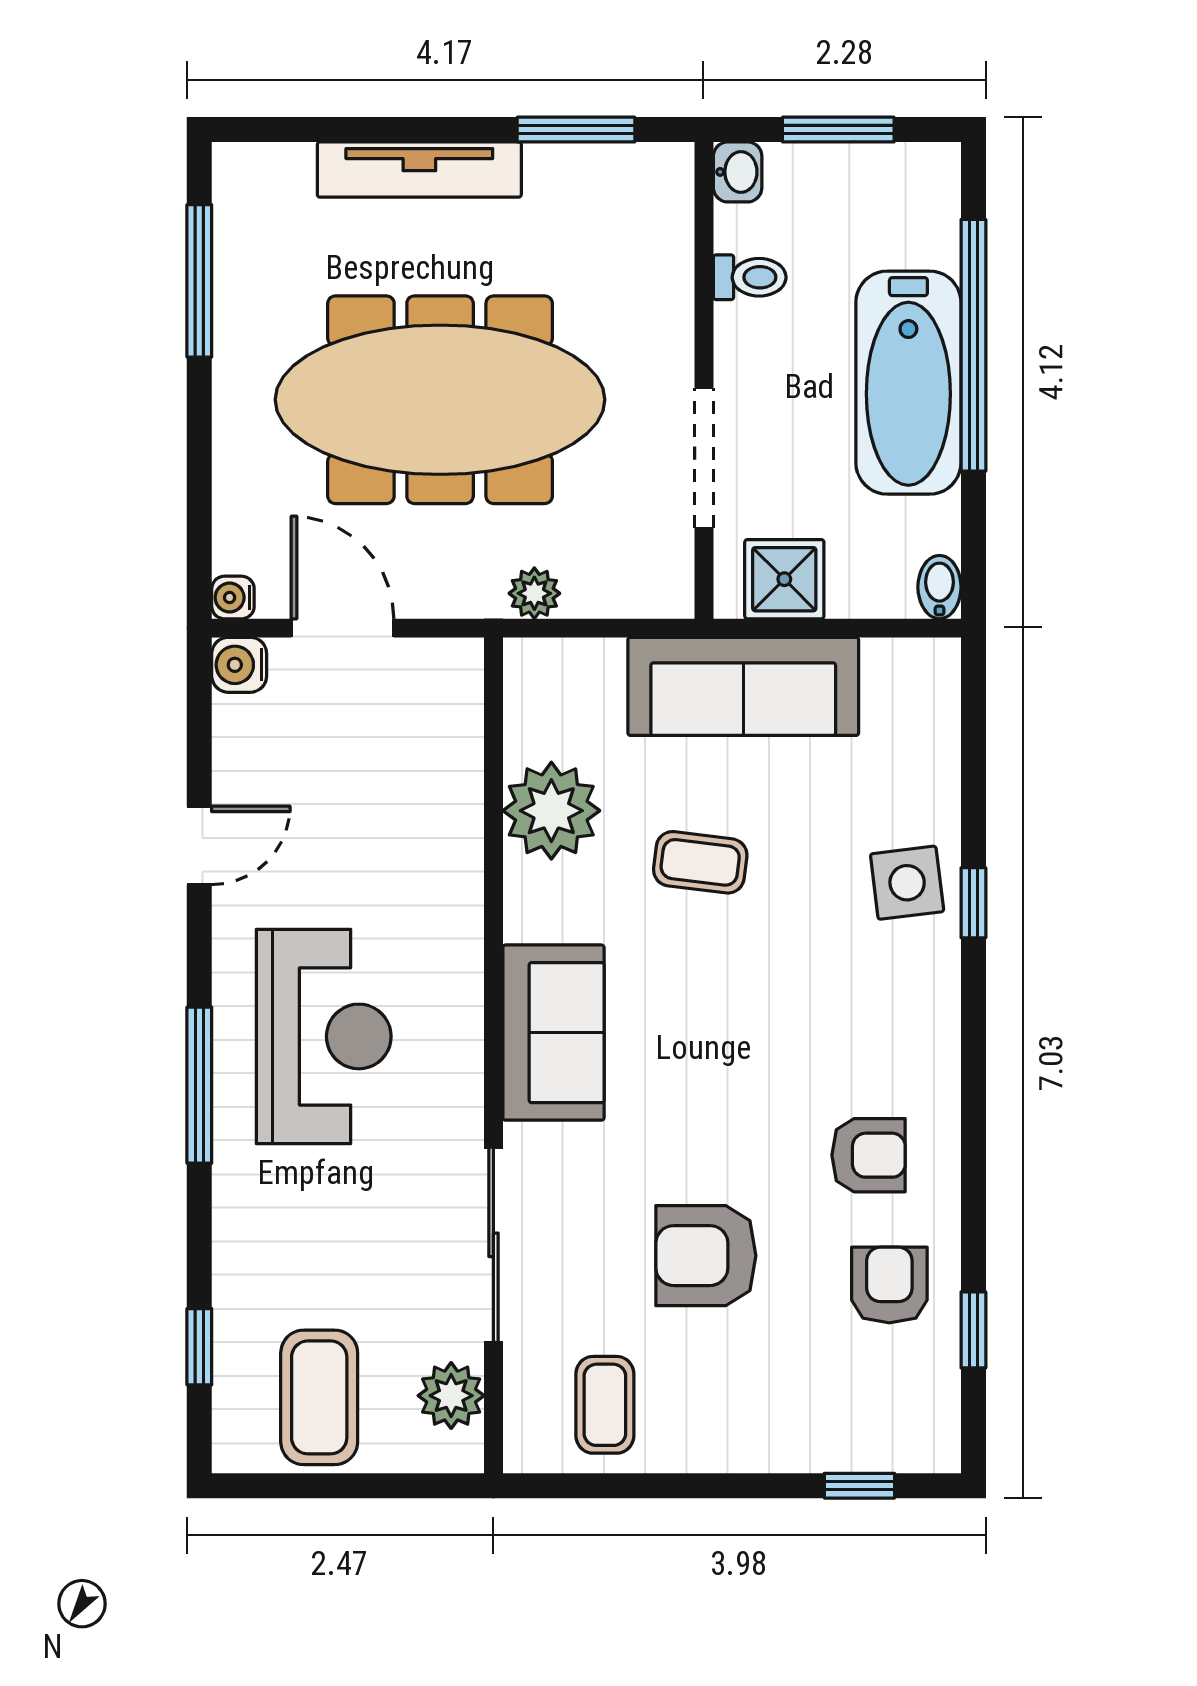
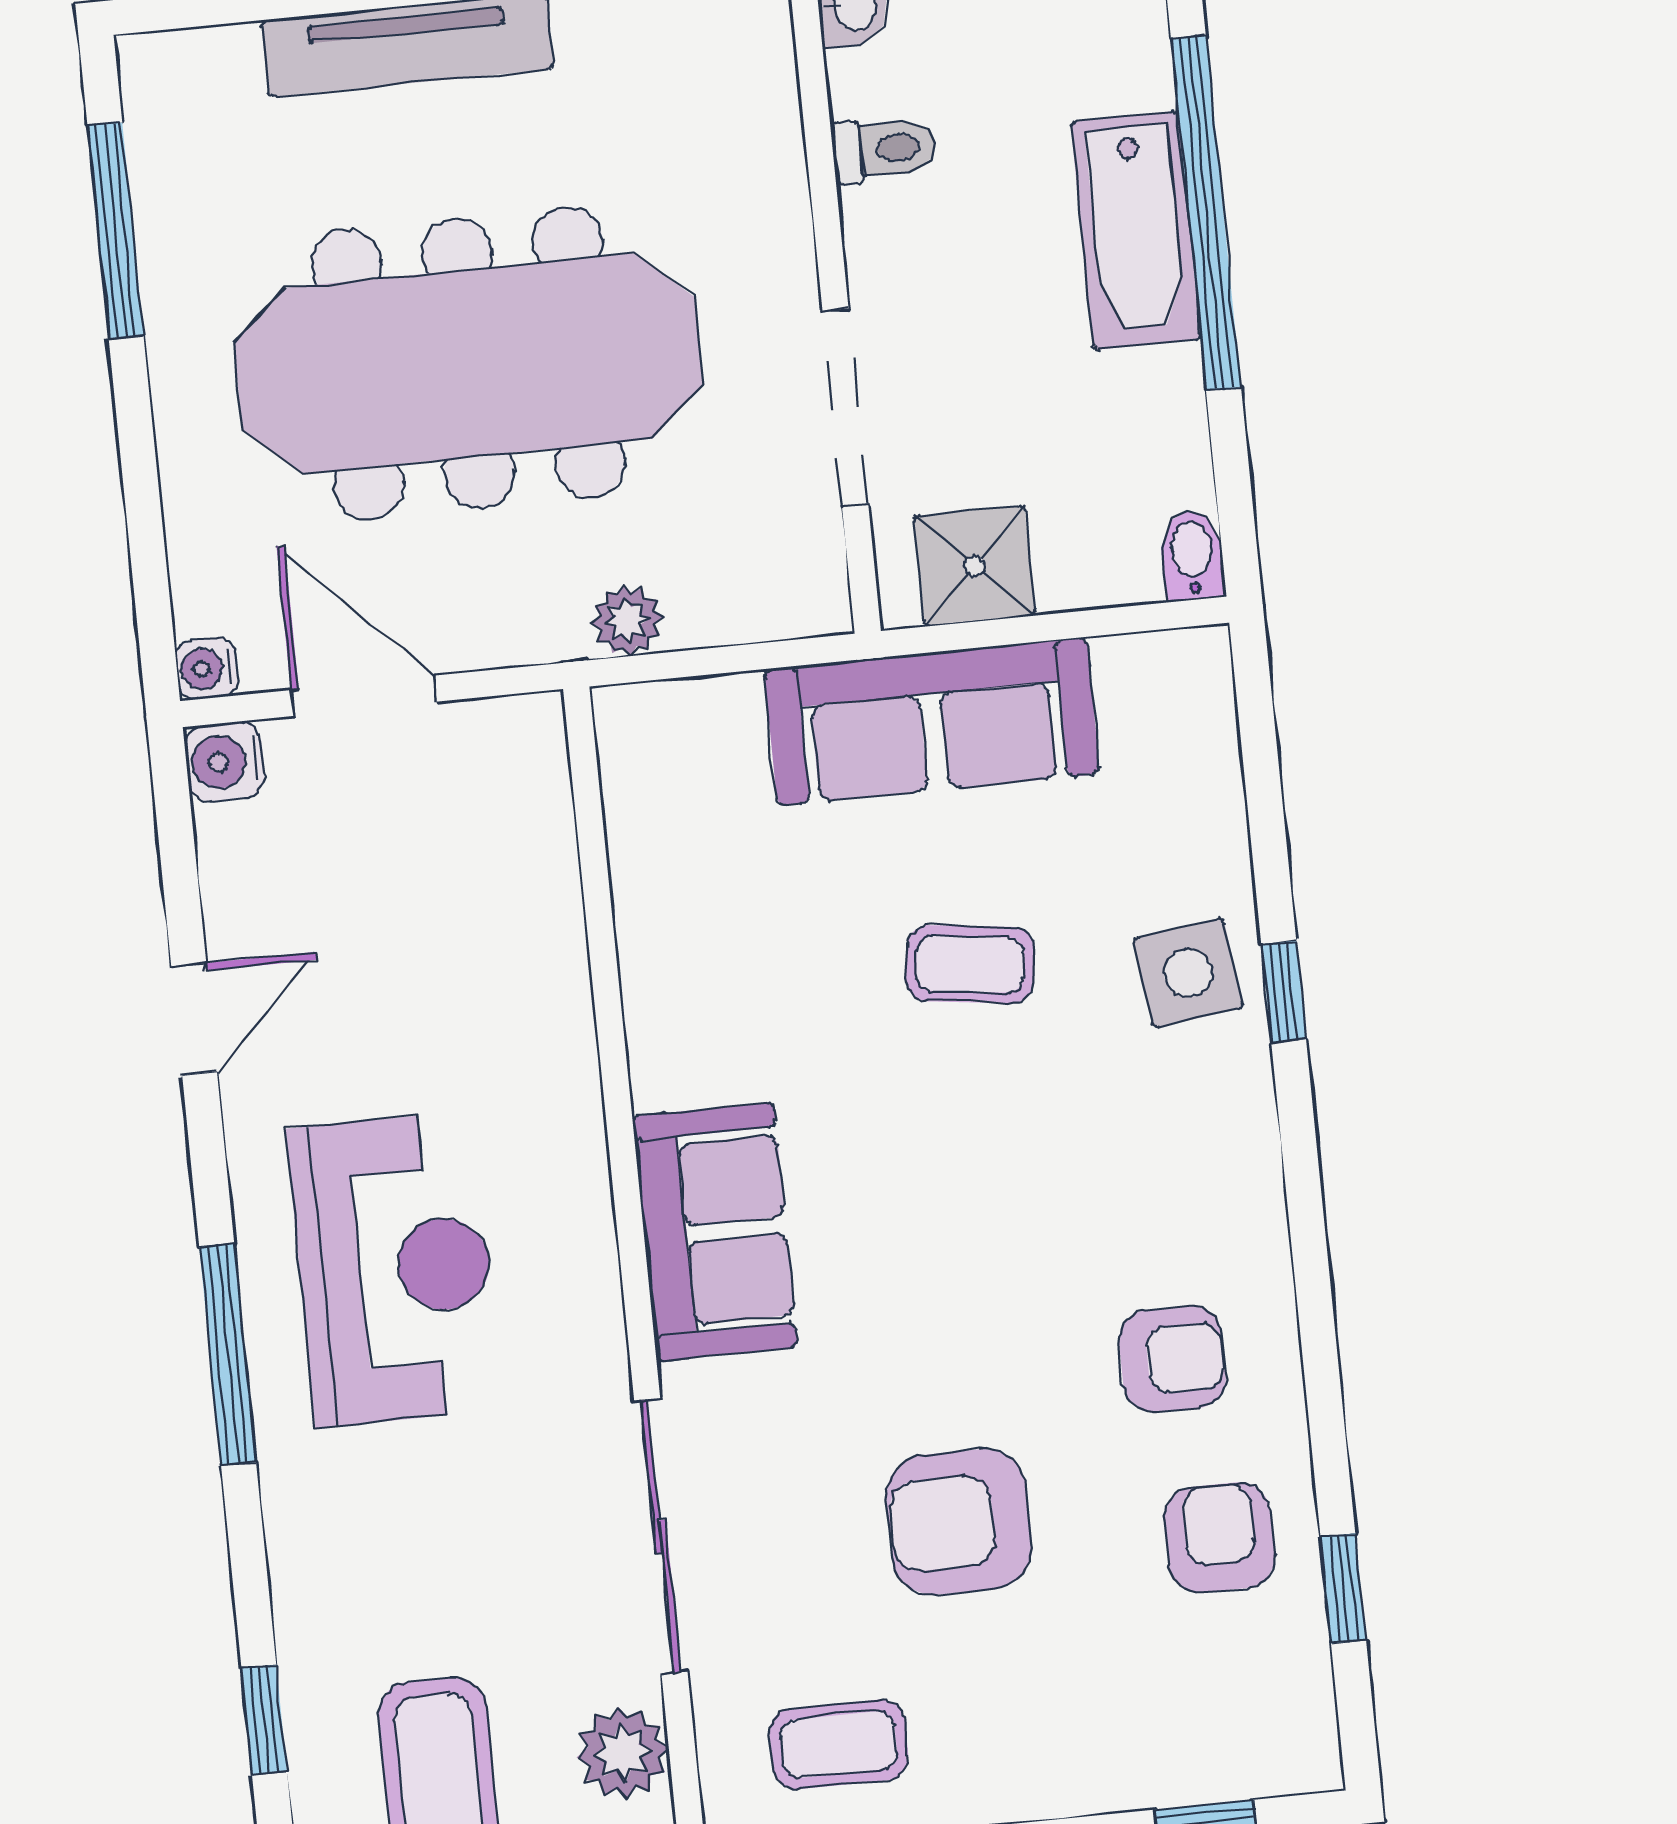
bathtub: (908, 383) -> (1136, 230), width x0.73, depth x0.73
plant: (551, 811) -> (681, 922), removed
coffee table: (700, 862) -> (970, 964), moved
coffee table: (605, 1405) -> (839, 1744), turned 90

